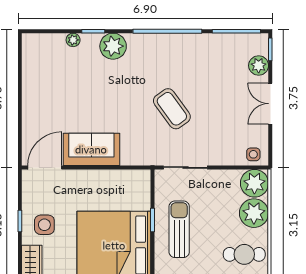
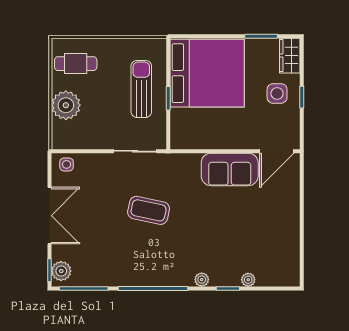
plant: (113, 46) -> (202, 280), width x0.53, depth x0.53
plant: (259, 66) -> (61, 271), moved
double door: (270, 104) -> (49, 216), width x1.37
coffee table: (172, 109) -> (149, 210), turned -42
plant: (254, 183) -> (65, 135), removed
sun lounger: (179, 229) -> (141, 89), turned 180

